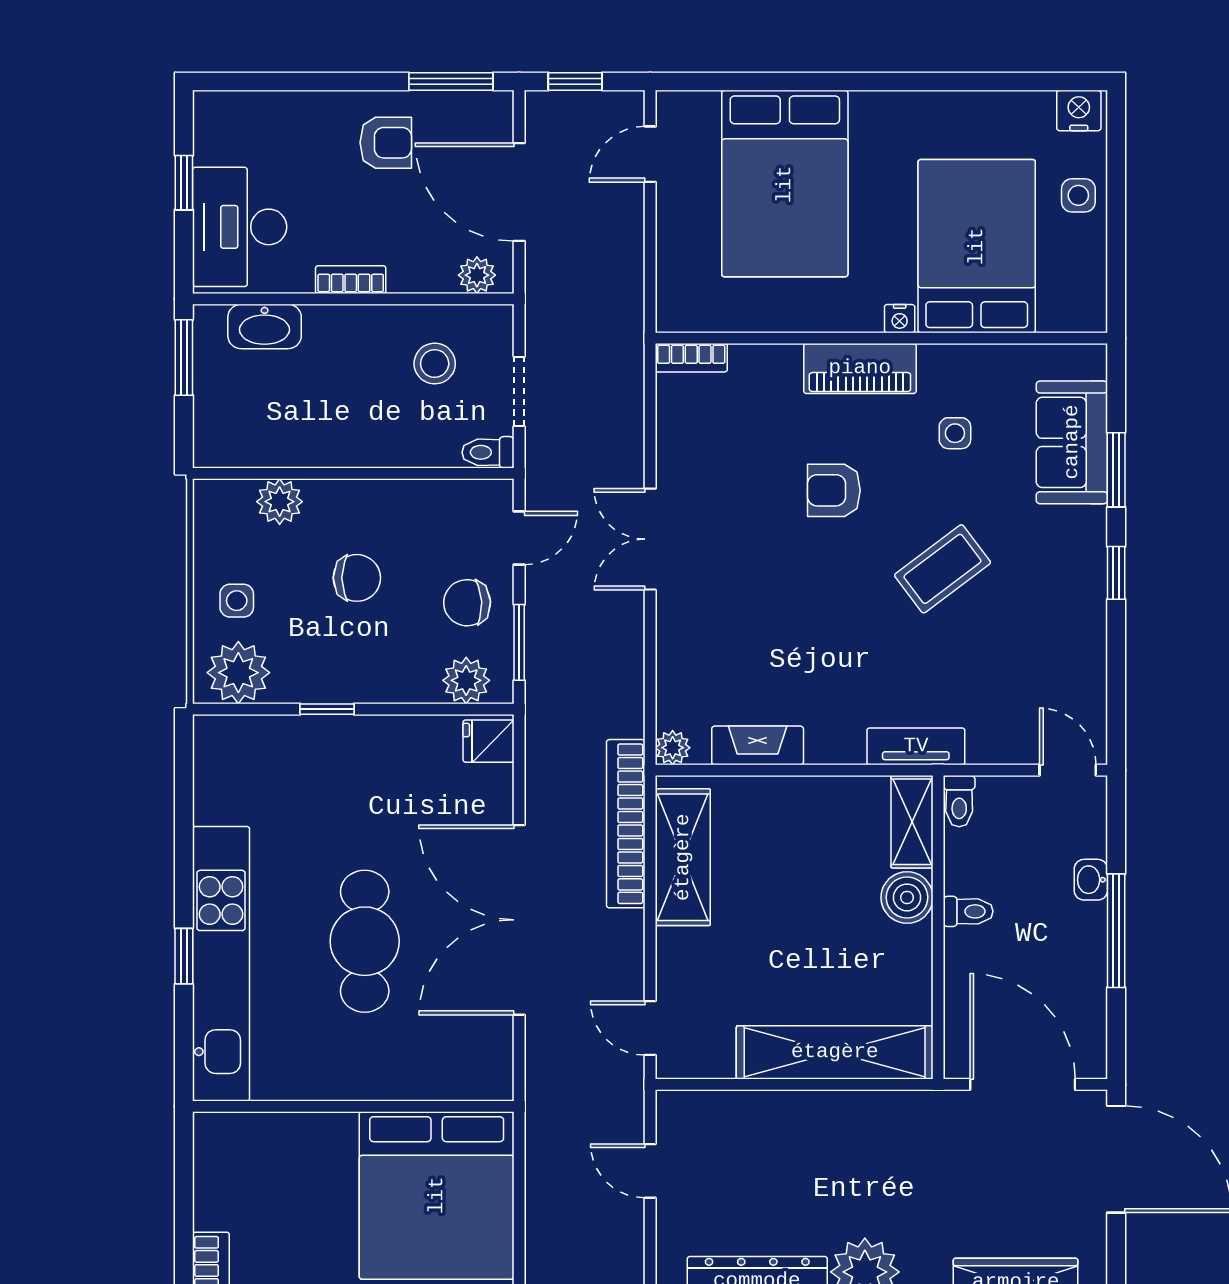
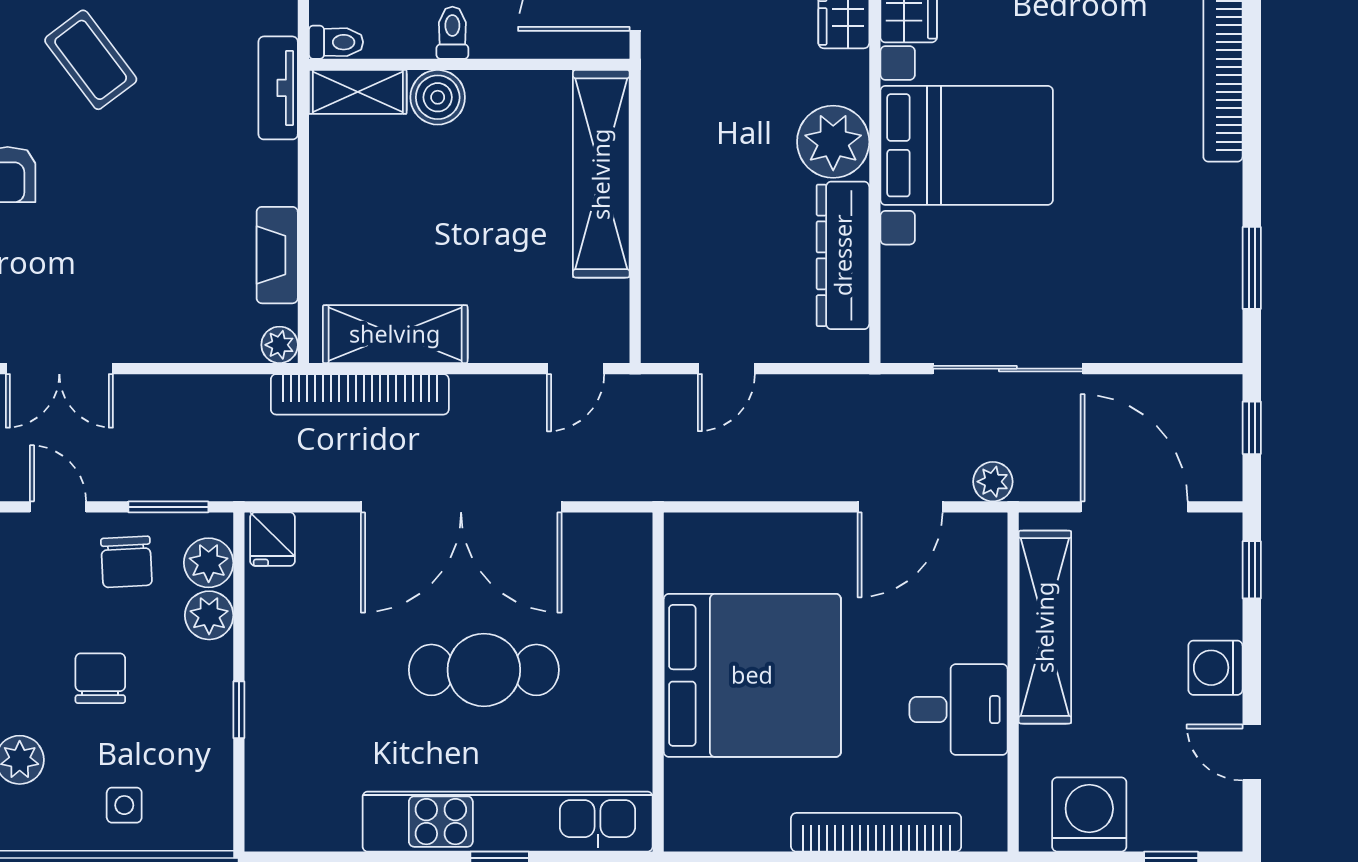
plant: (238, 673) -> (209, 615), moved, width x0.73, depth x0.73
bed: (437, 1195) -> (752, 675), moved

